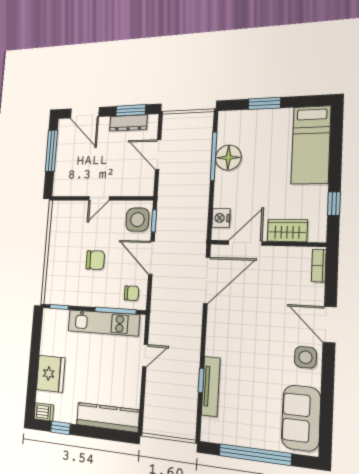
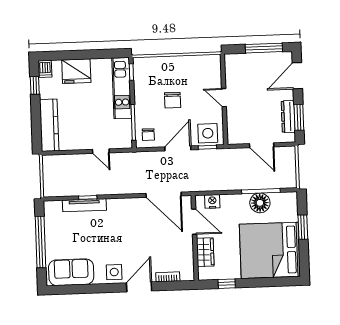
bed: (311, 145) -> (270, 250), width x2.04
door: (158, 155) -> (262, 145), swing flipped
bookcase: (319, 266) -> (168, 277), moved
kitchen unit: (103, 323) -> (122, 88), moved

